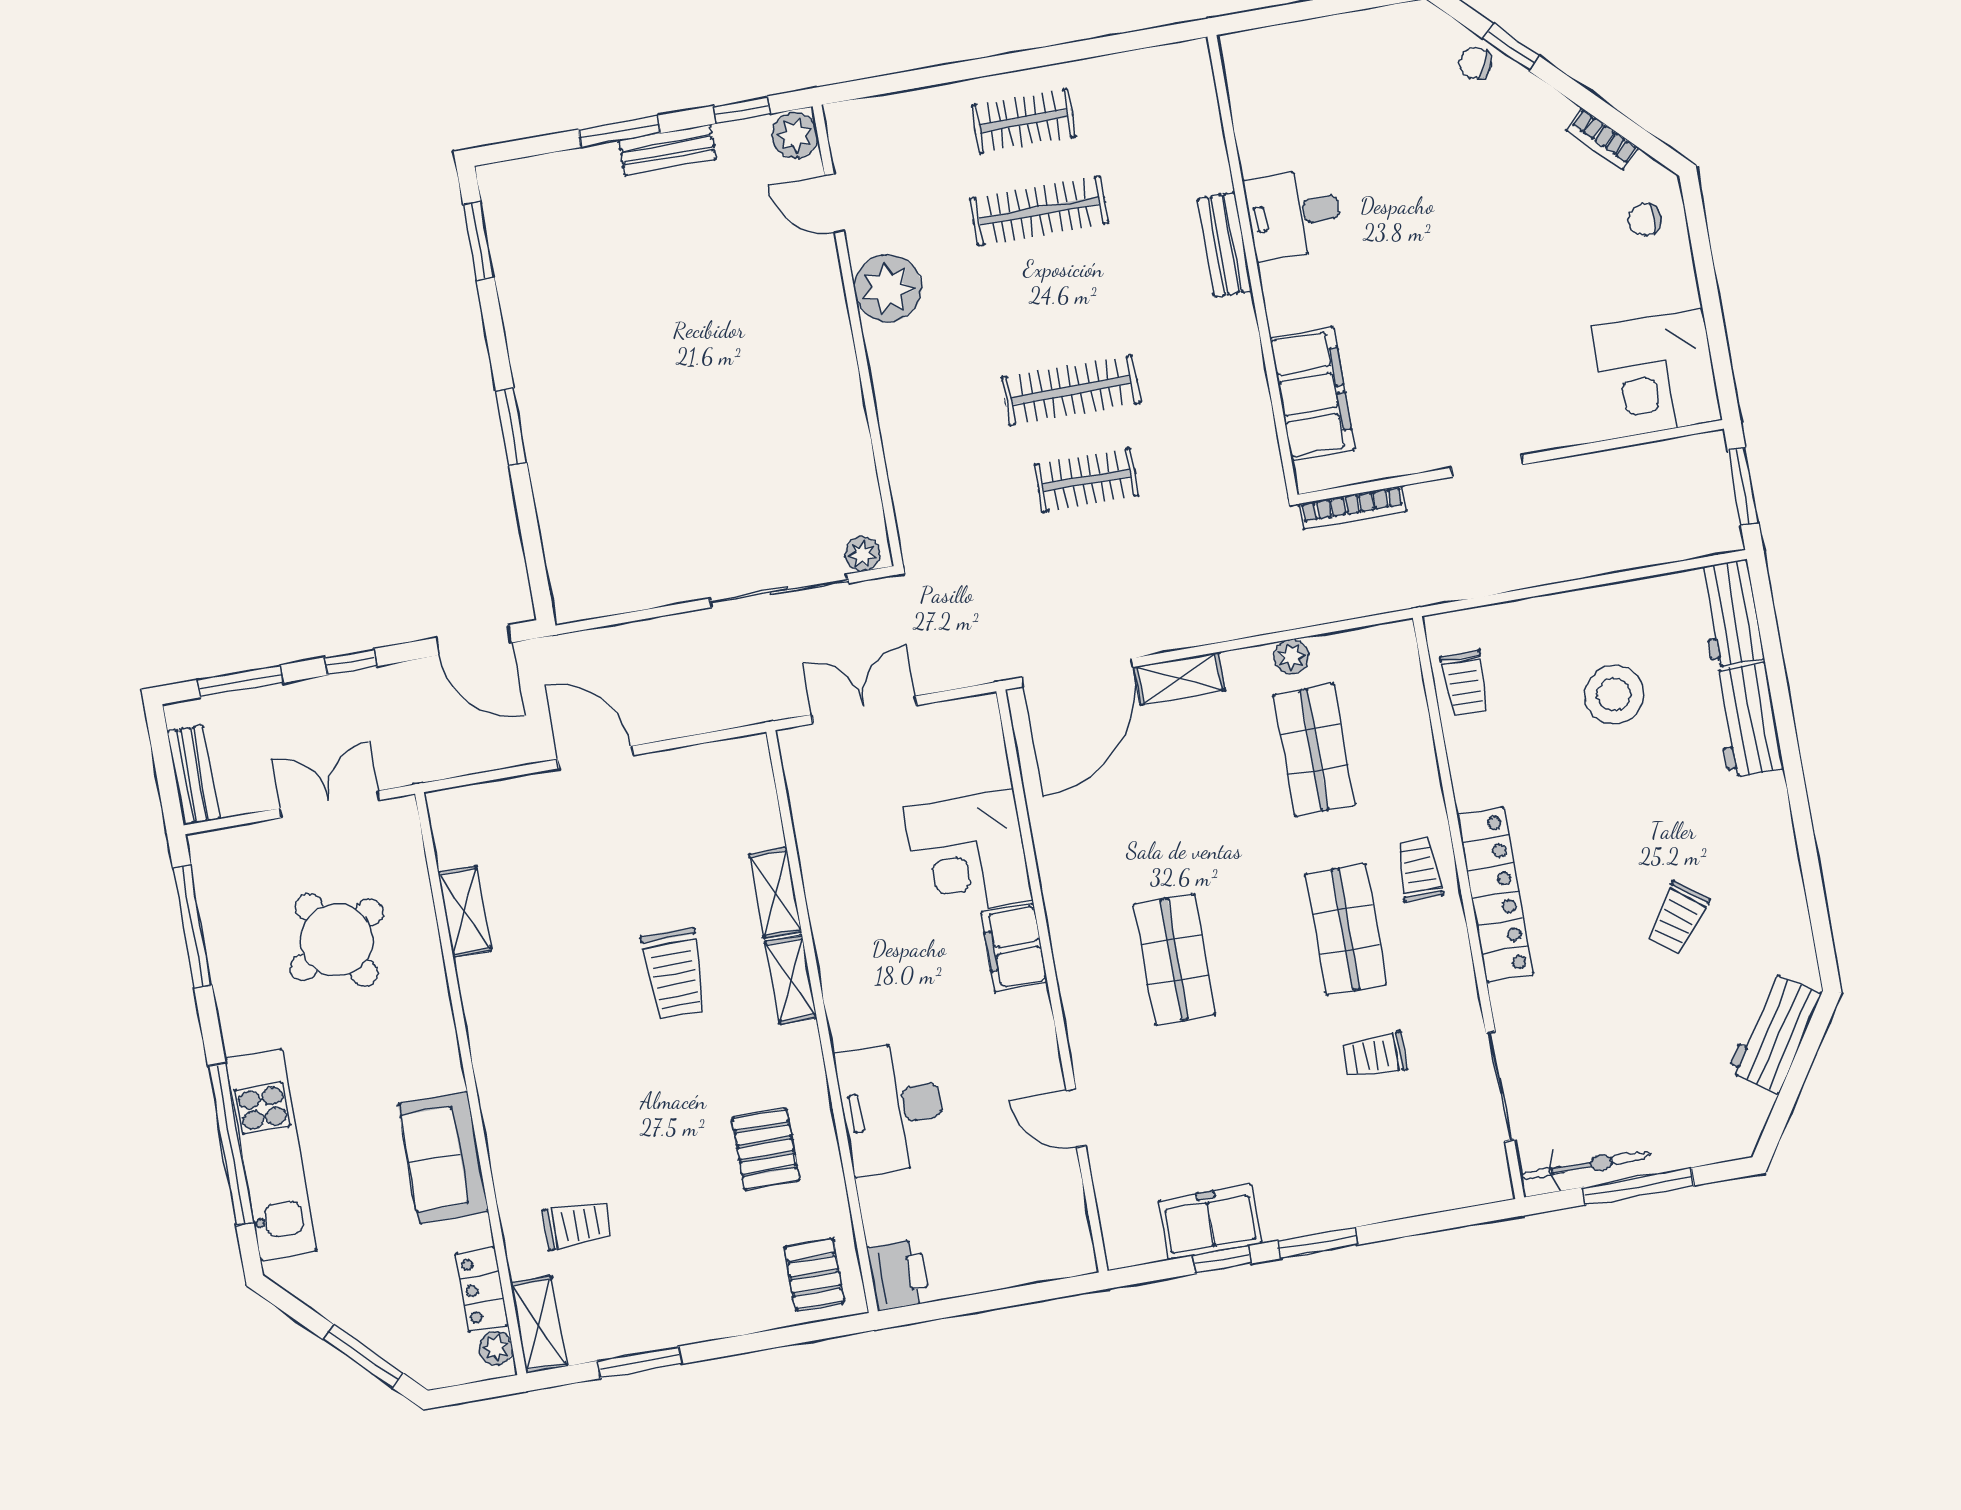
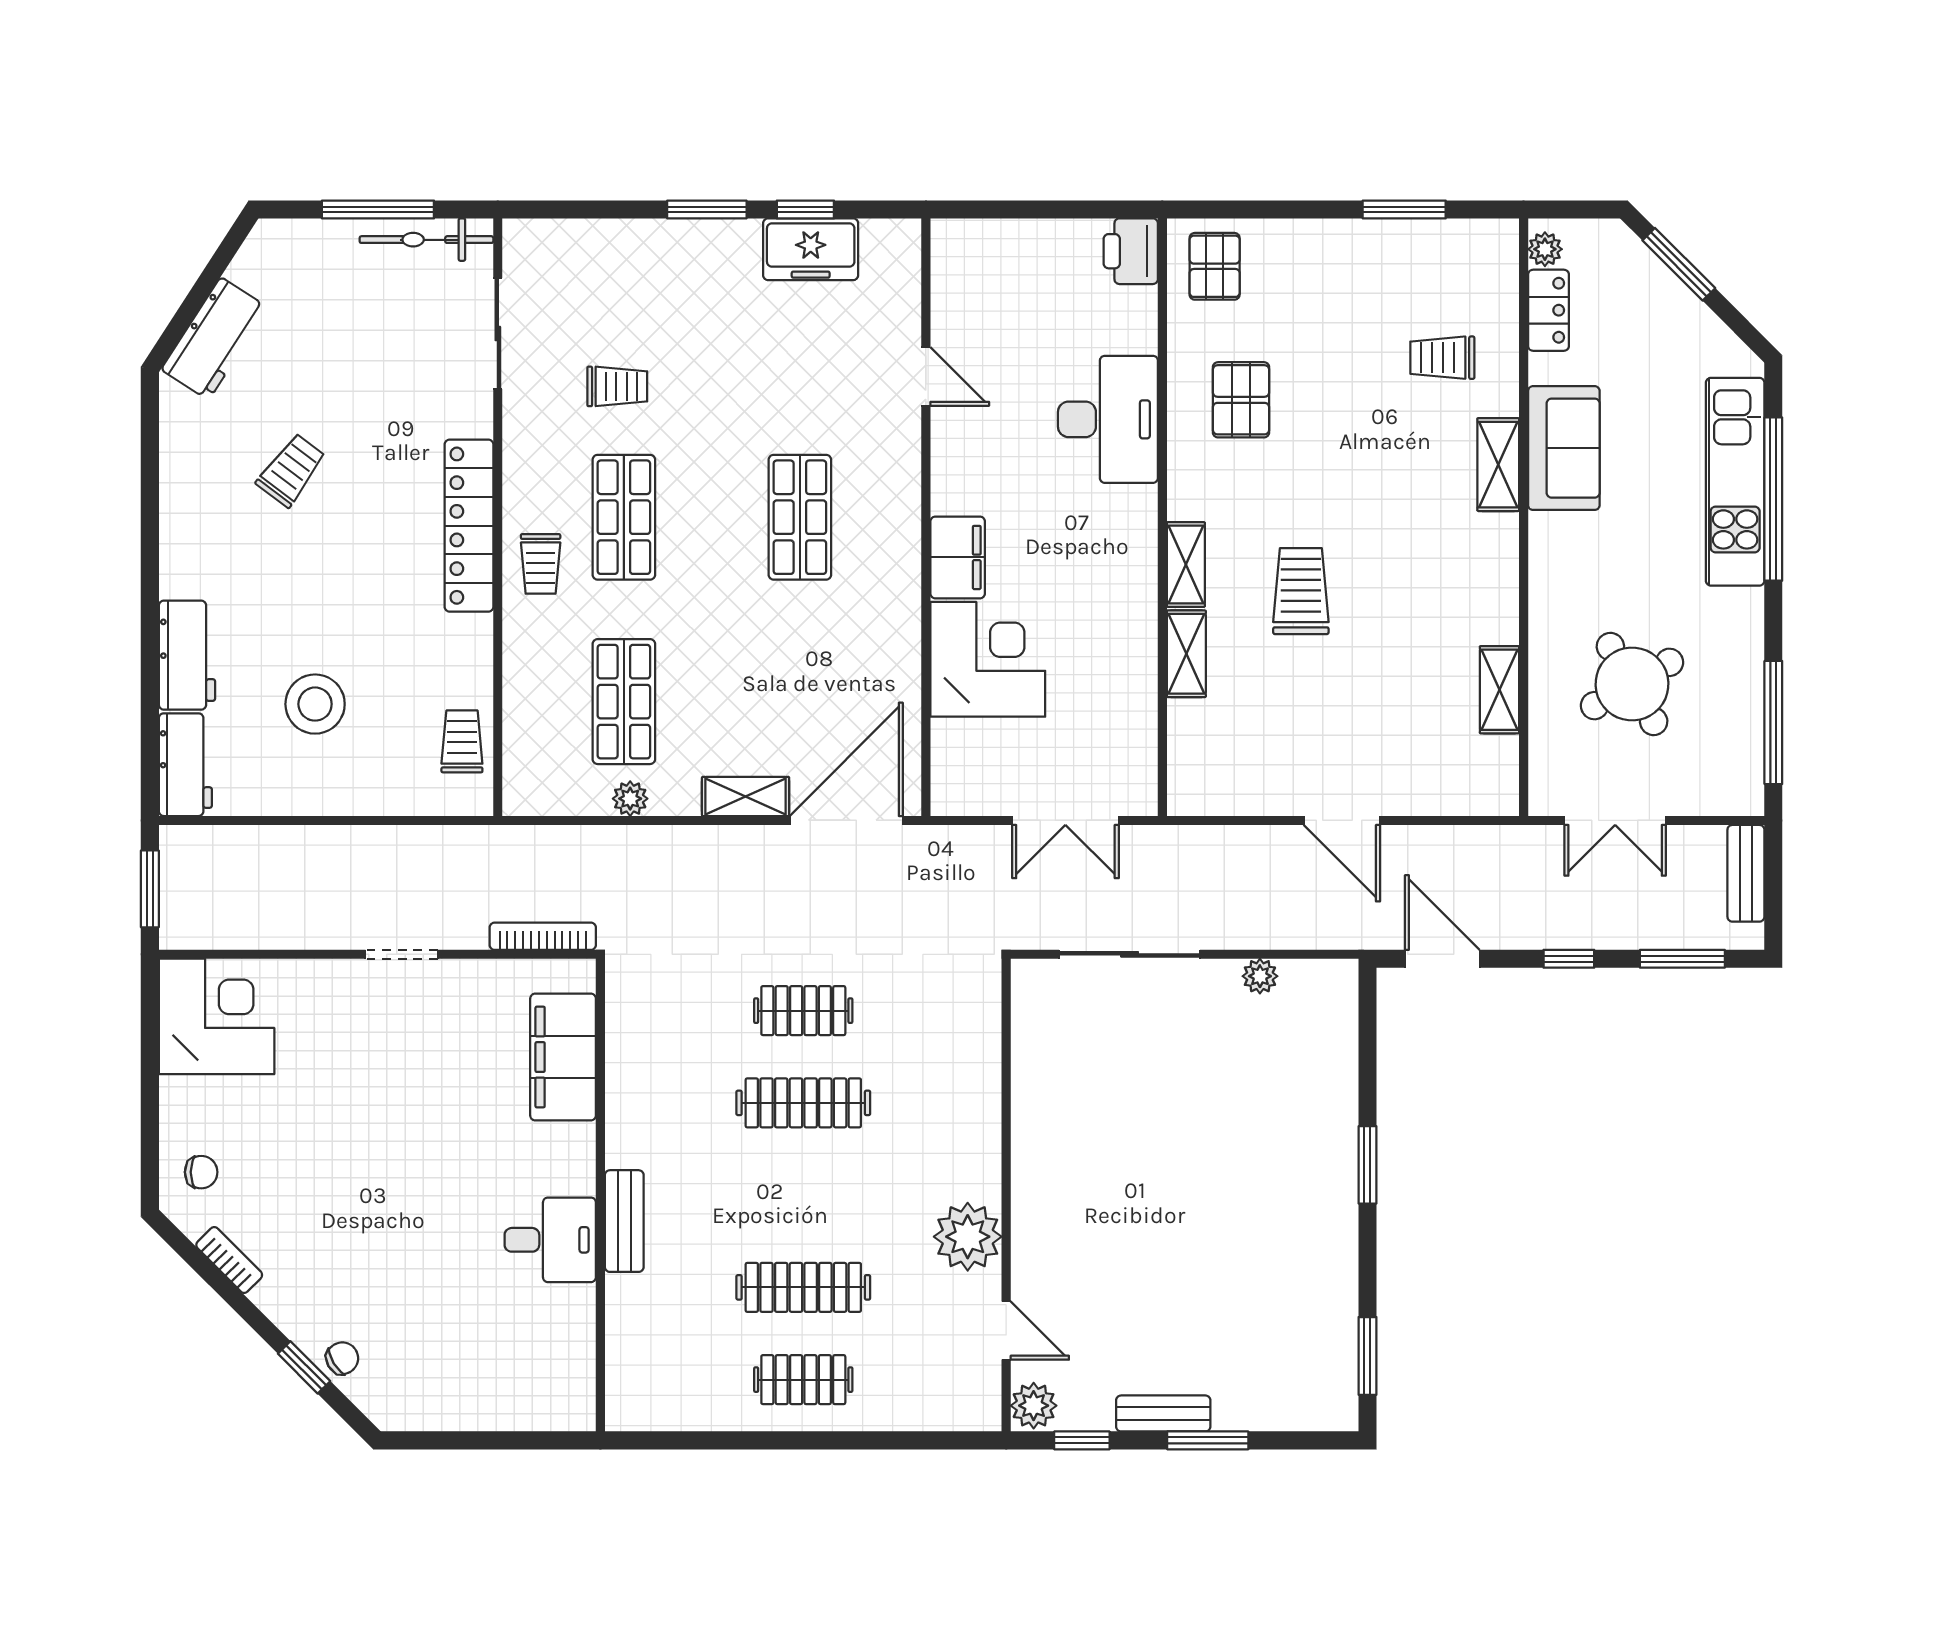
chair: (1476, 63) -> (342, 1358), turned -59
plant: (862, 554) -> (1260, 976), moved
shelving: (539, 1325) -> (1498, 465), moved

